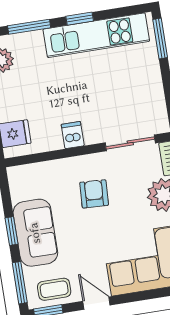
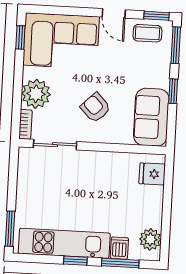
dishwasher: (73, 135) -> (119, 248), moved, turned 180
armchair: (94, 194) -> (96, 108), turned 133
sofa: (35, 233) -> (151, 117), moved

